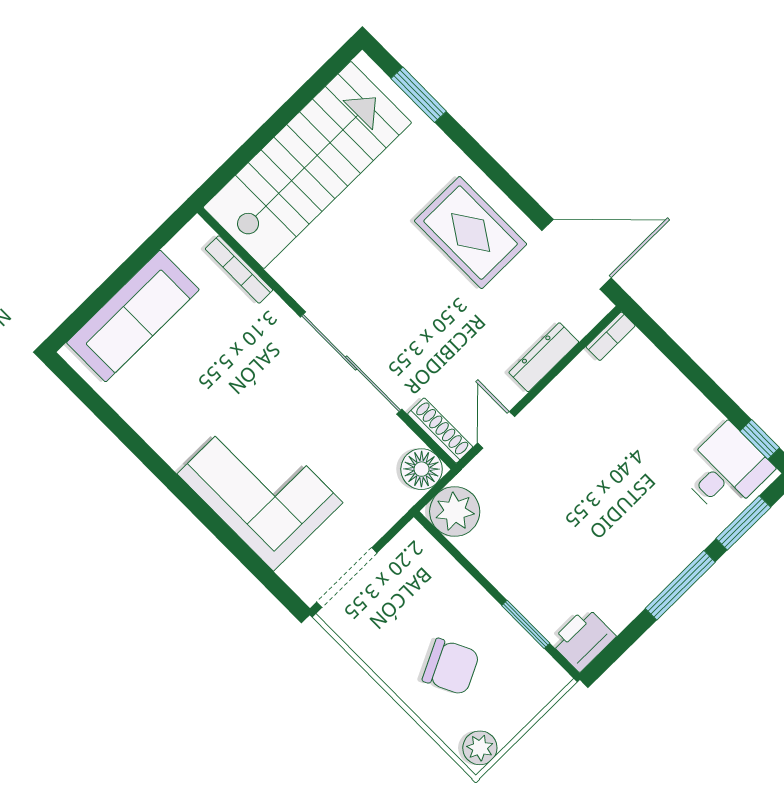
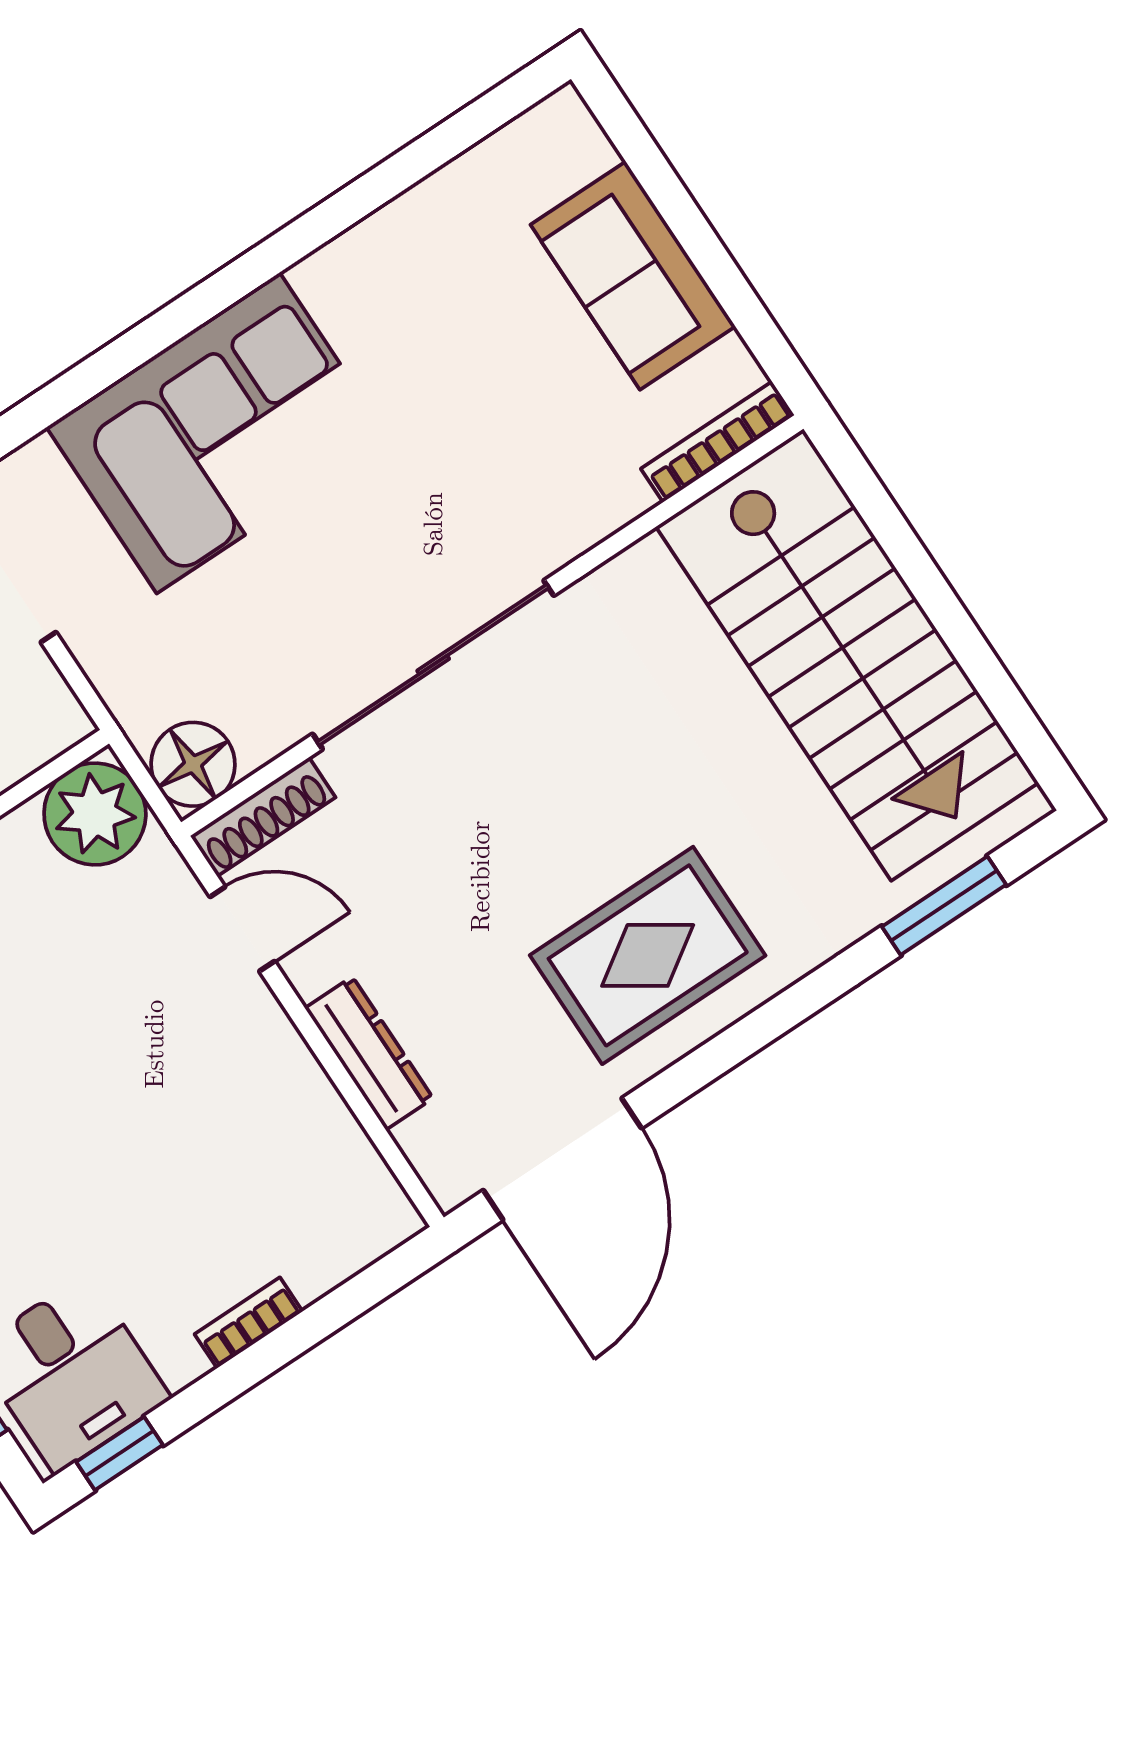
bookcase: (239, 269) -> (718, 442), moved
sofa: (133, 316) -> (633, 276), width x0.73
bookcase: (611, 336) -> (249, 1323), moved, turned 90

